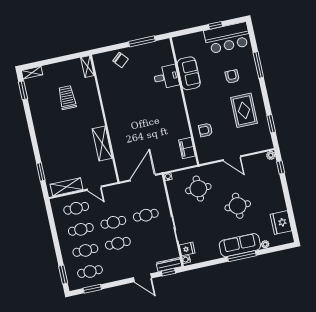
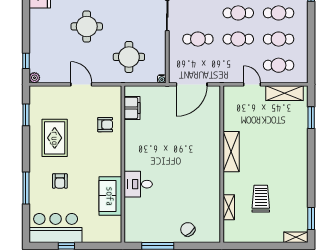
shelving: (87, 67) -> (229, 207), moved
desk: (166, 77) -> (138, 184), moved
trolley: (67, 98) -> (261, 199), turned 180
shelving: (102, 143) -> (231, 152), moved

